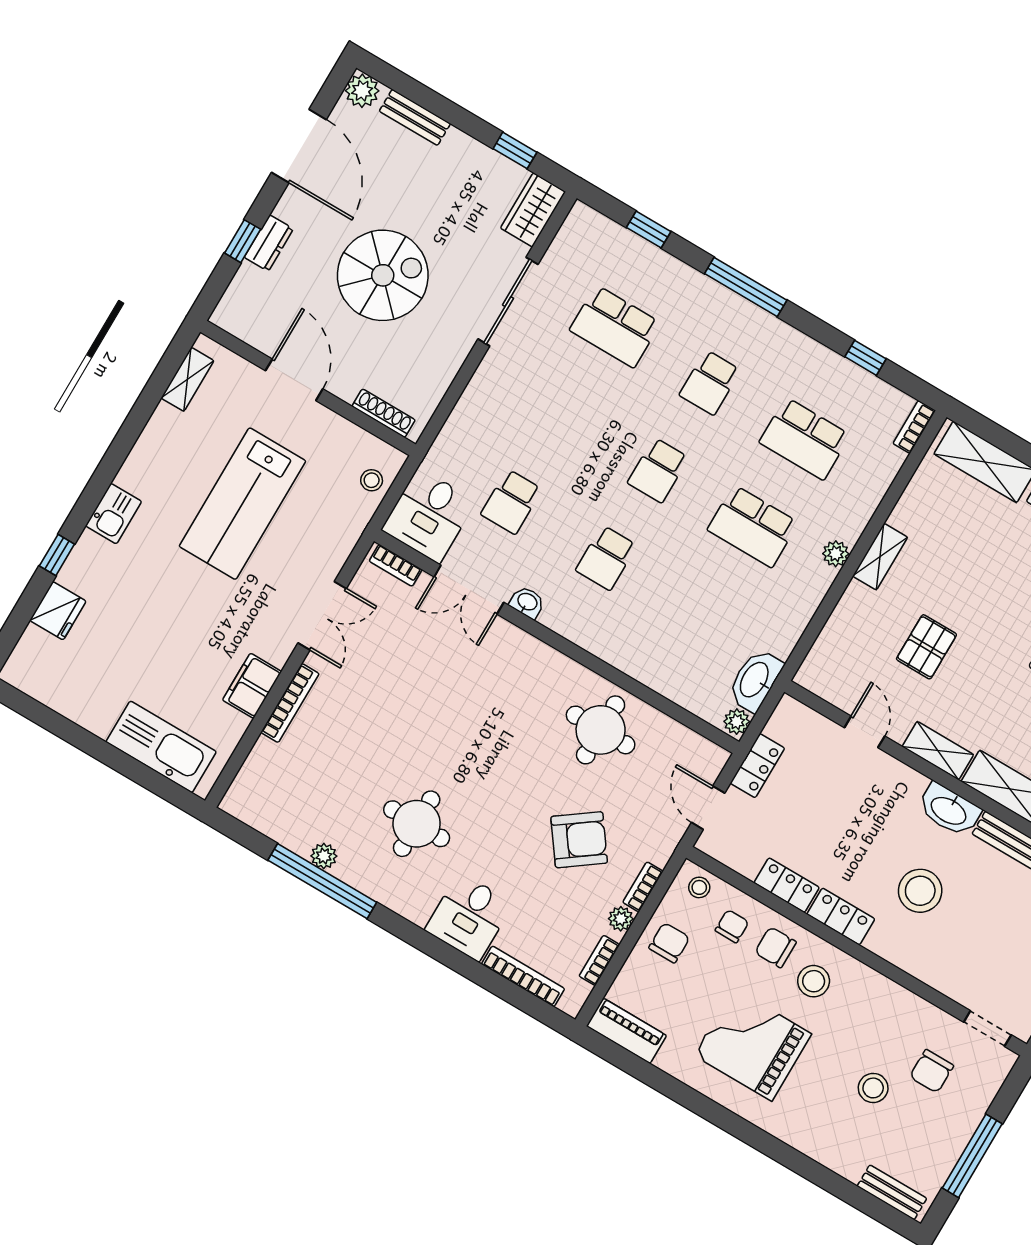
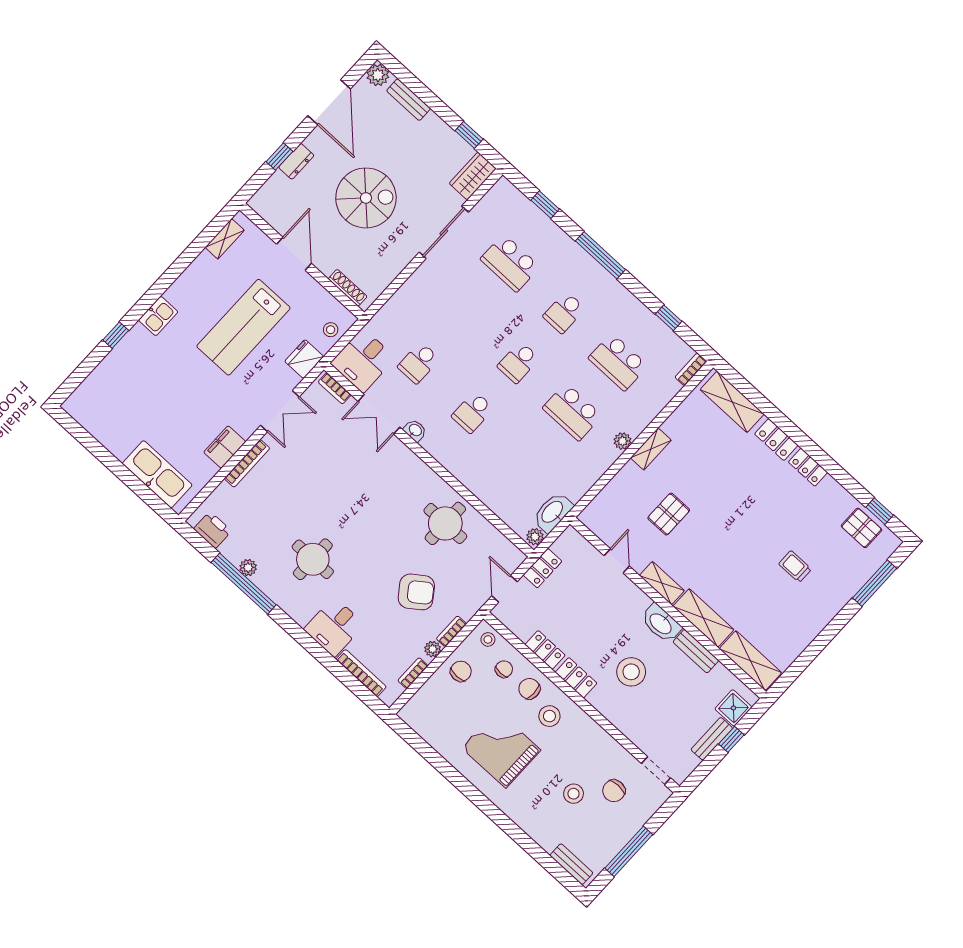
fridge: (58, 611) -> (304, 359), moved, turned 180
printer: (260, 812) -> (213, 530), added
piano: (626, 1031) -> (421, 723), removed

